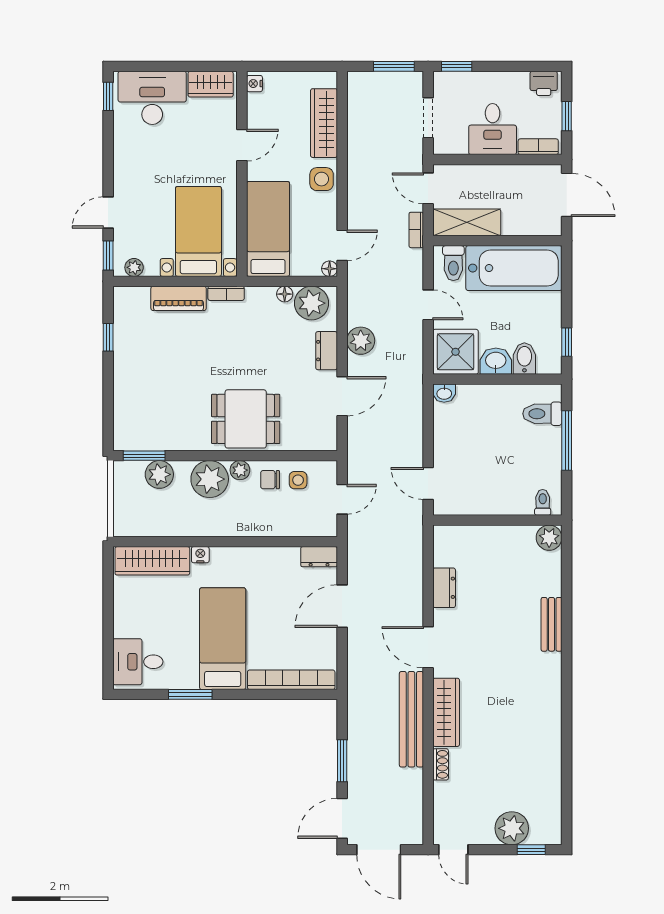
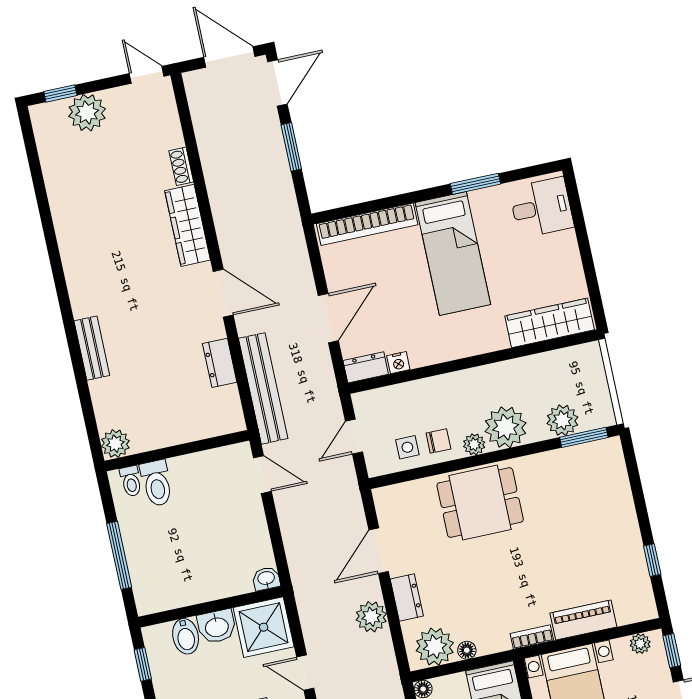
toilet: (542, 414) -> (157, 483), moved, turned 90
nightstand: (200, 555) -> (398, 363), moved
bench: (411, 719) -> (263, 388), moved

